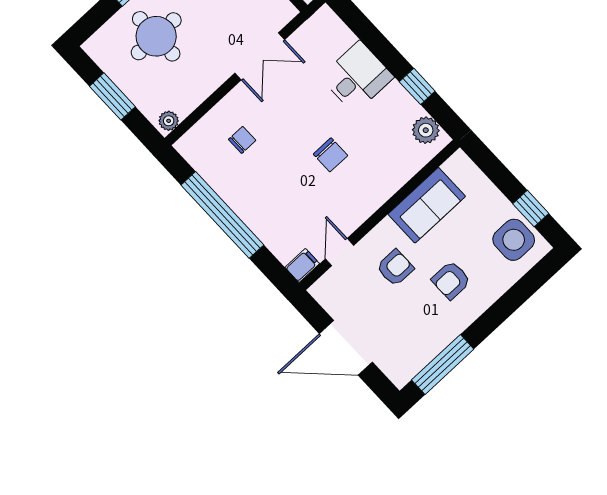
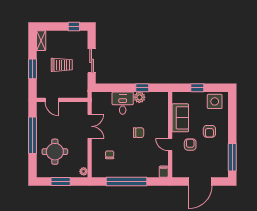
plant: (426, 130) -> (139, 97), moved
window: (531, 209) -> (197, 88), moved
door: (339, 252) -> (170, 145), moved

